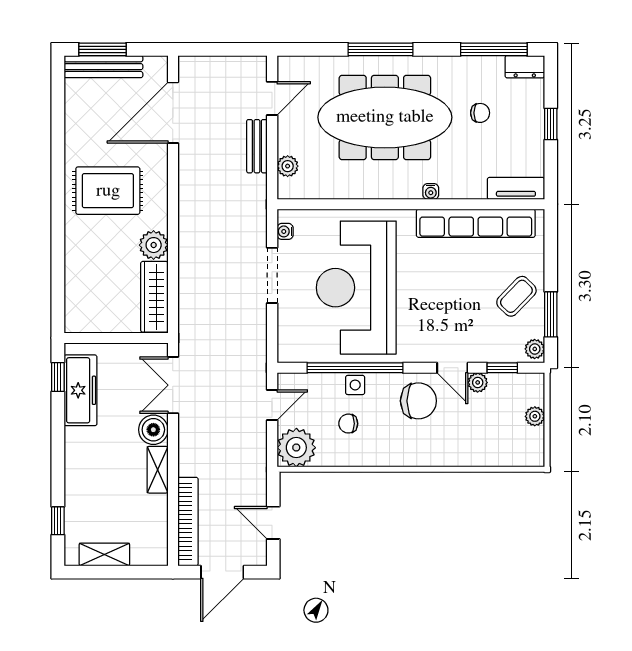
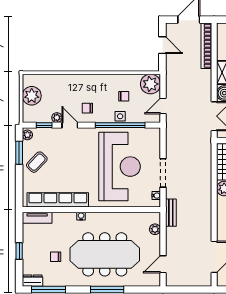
bench: (257, 146) -> (171, 213), moved
chair: (418, 401) -> (87, 108), width x0.54, depth x0.54
plant: (535, 416) -> (32, 96), width x1.87, depth x1.87

